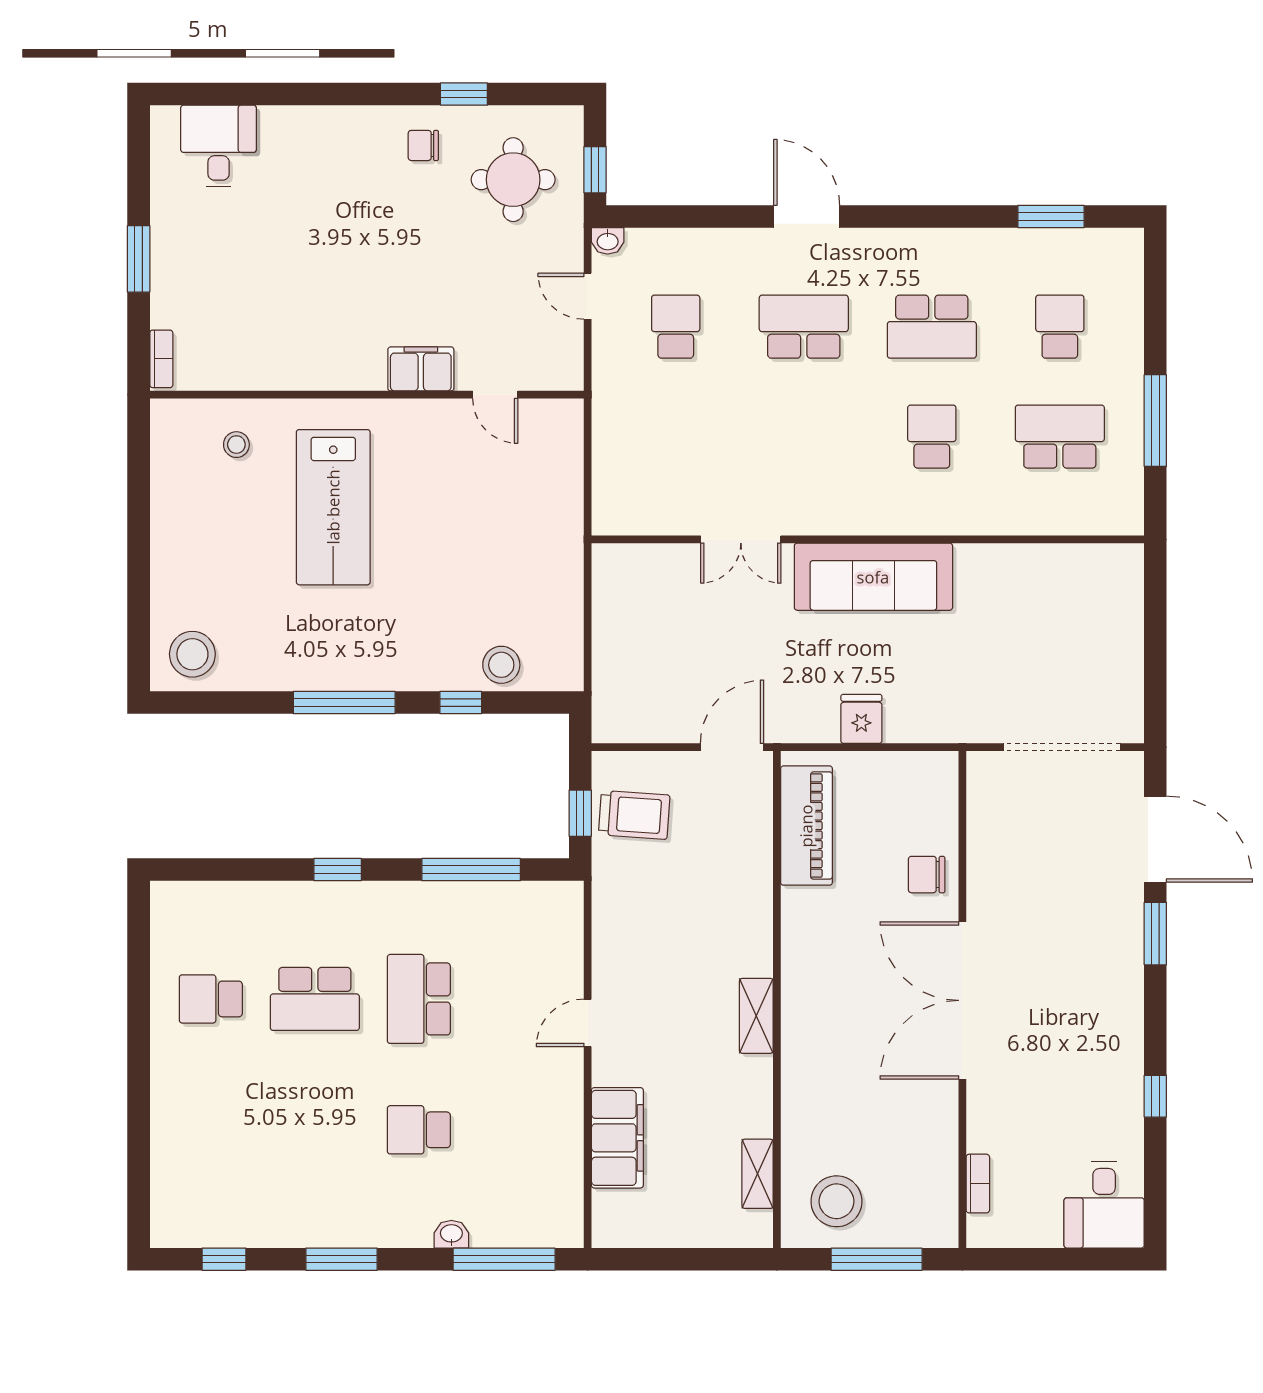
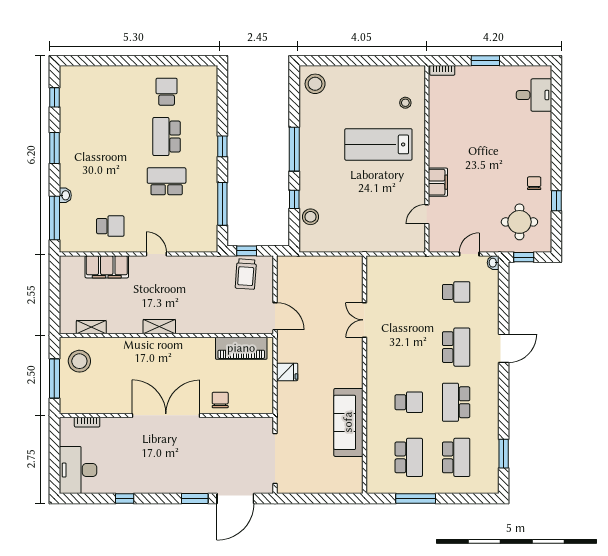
school desk: (1060, 327) -> (456, 457), width x1.85
sofa: (873, 577) -> (348, 422), moved
school desk: (419, 1130) -> (110, 226), moved, turned 90
desk: (1104, 1205) -> (78, 470), width x1.37

